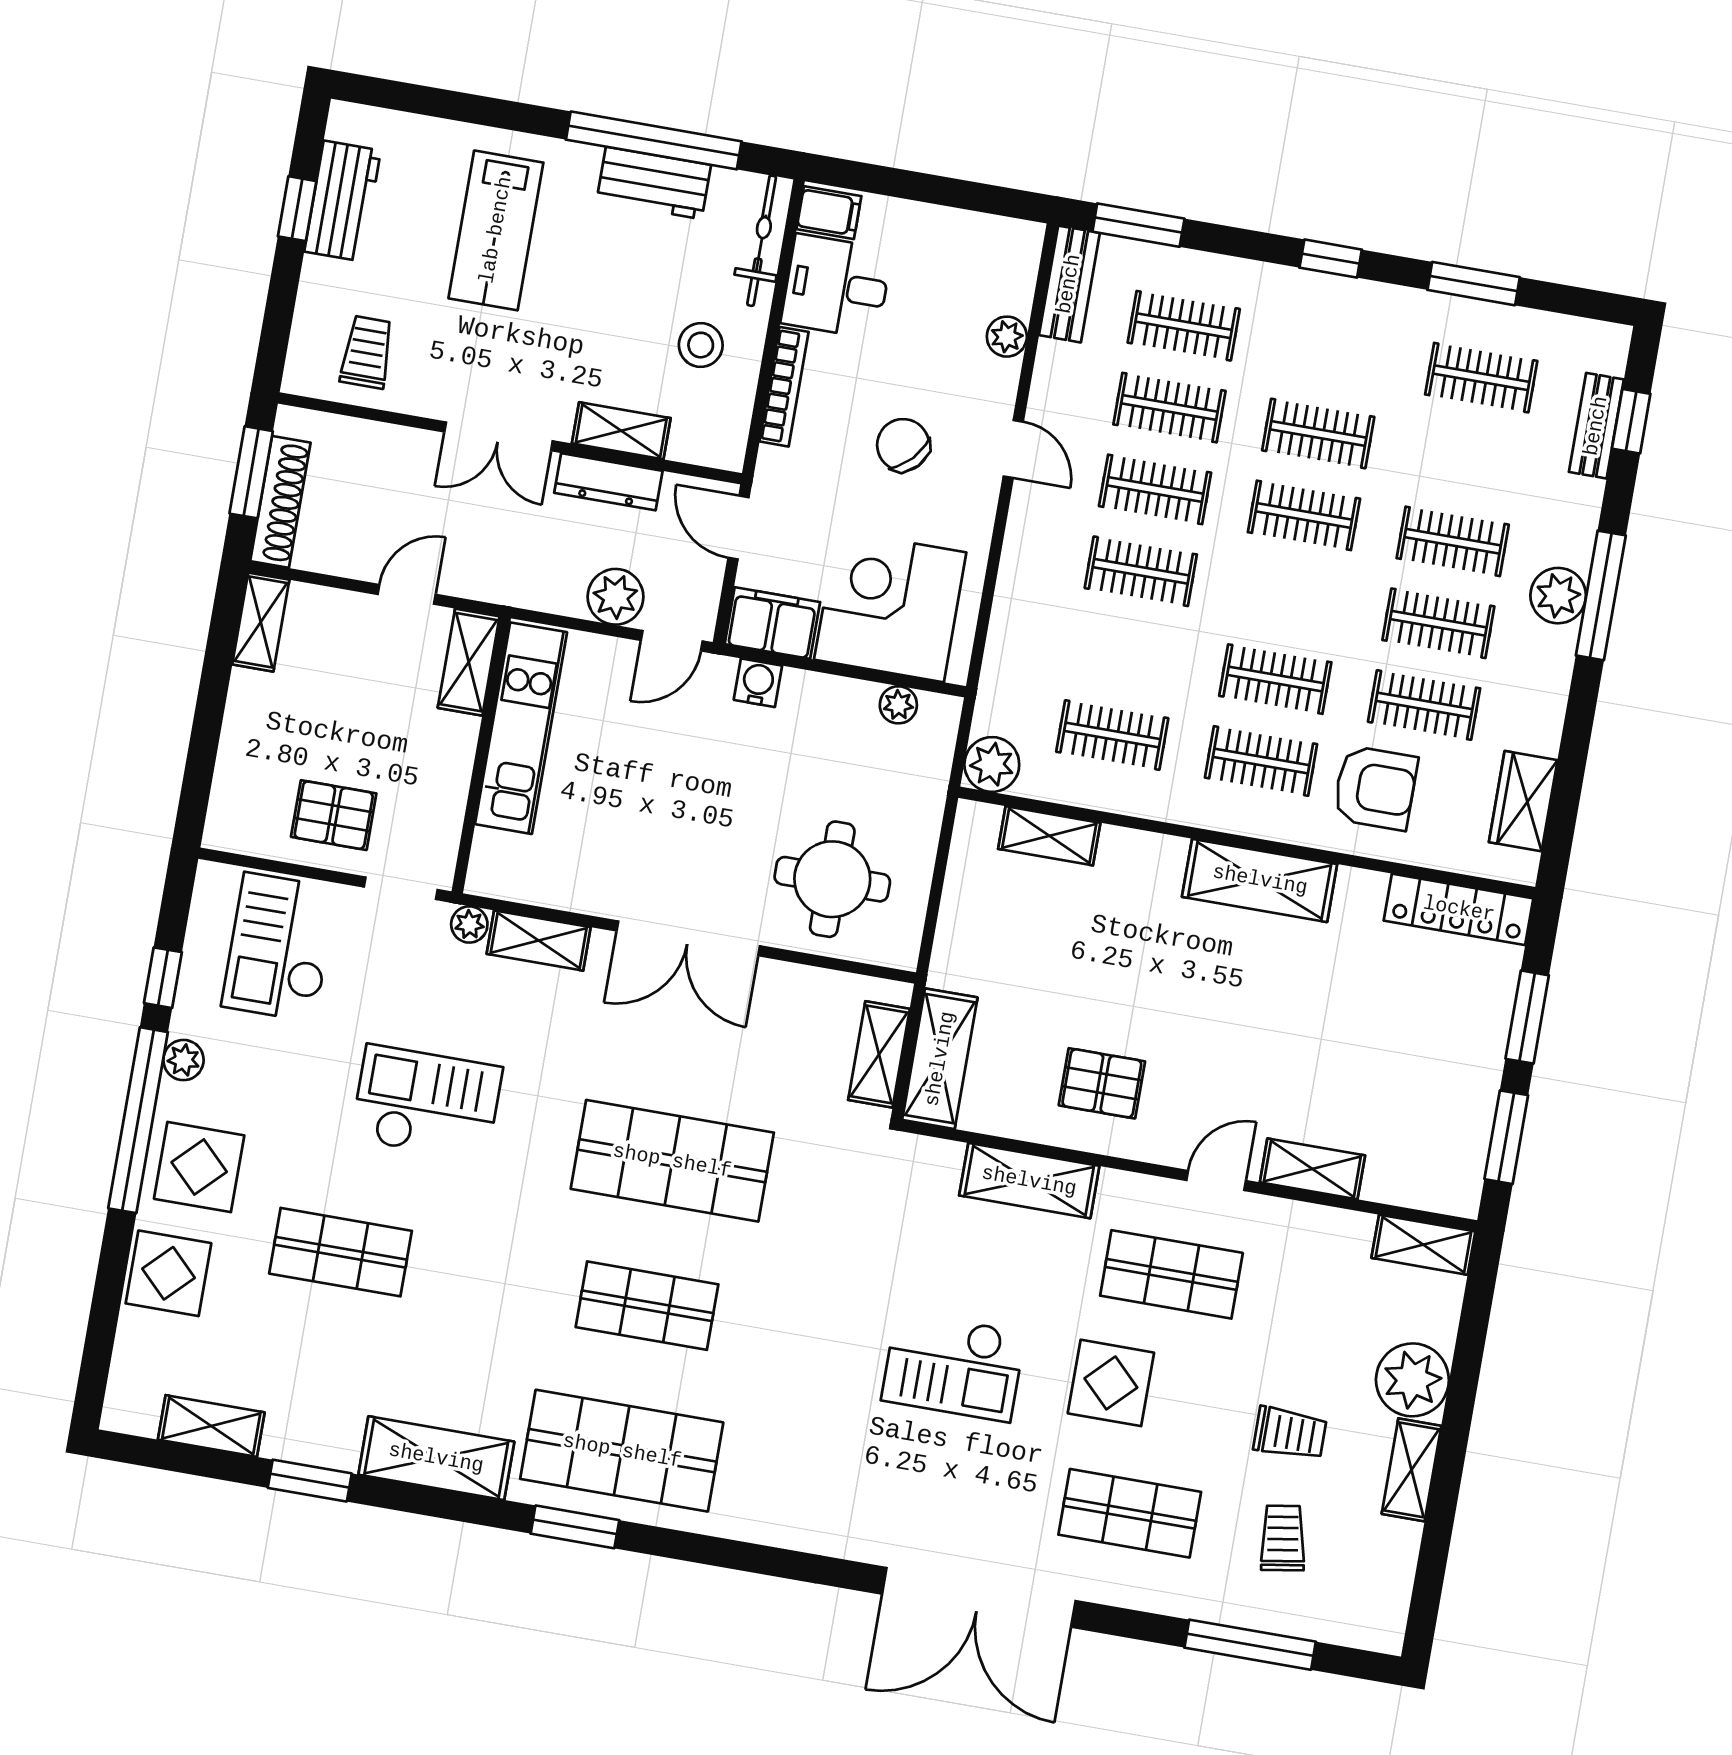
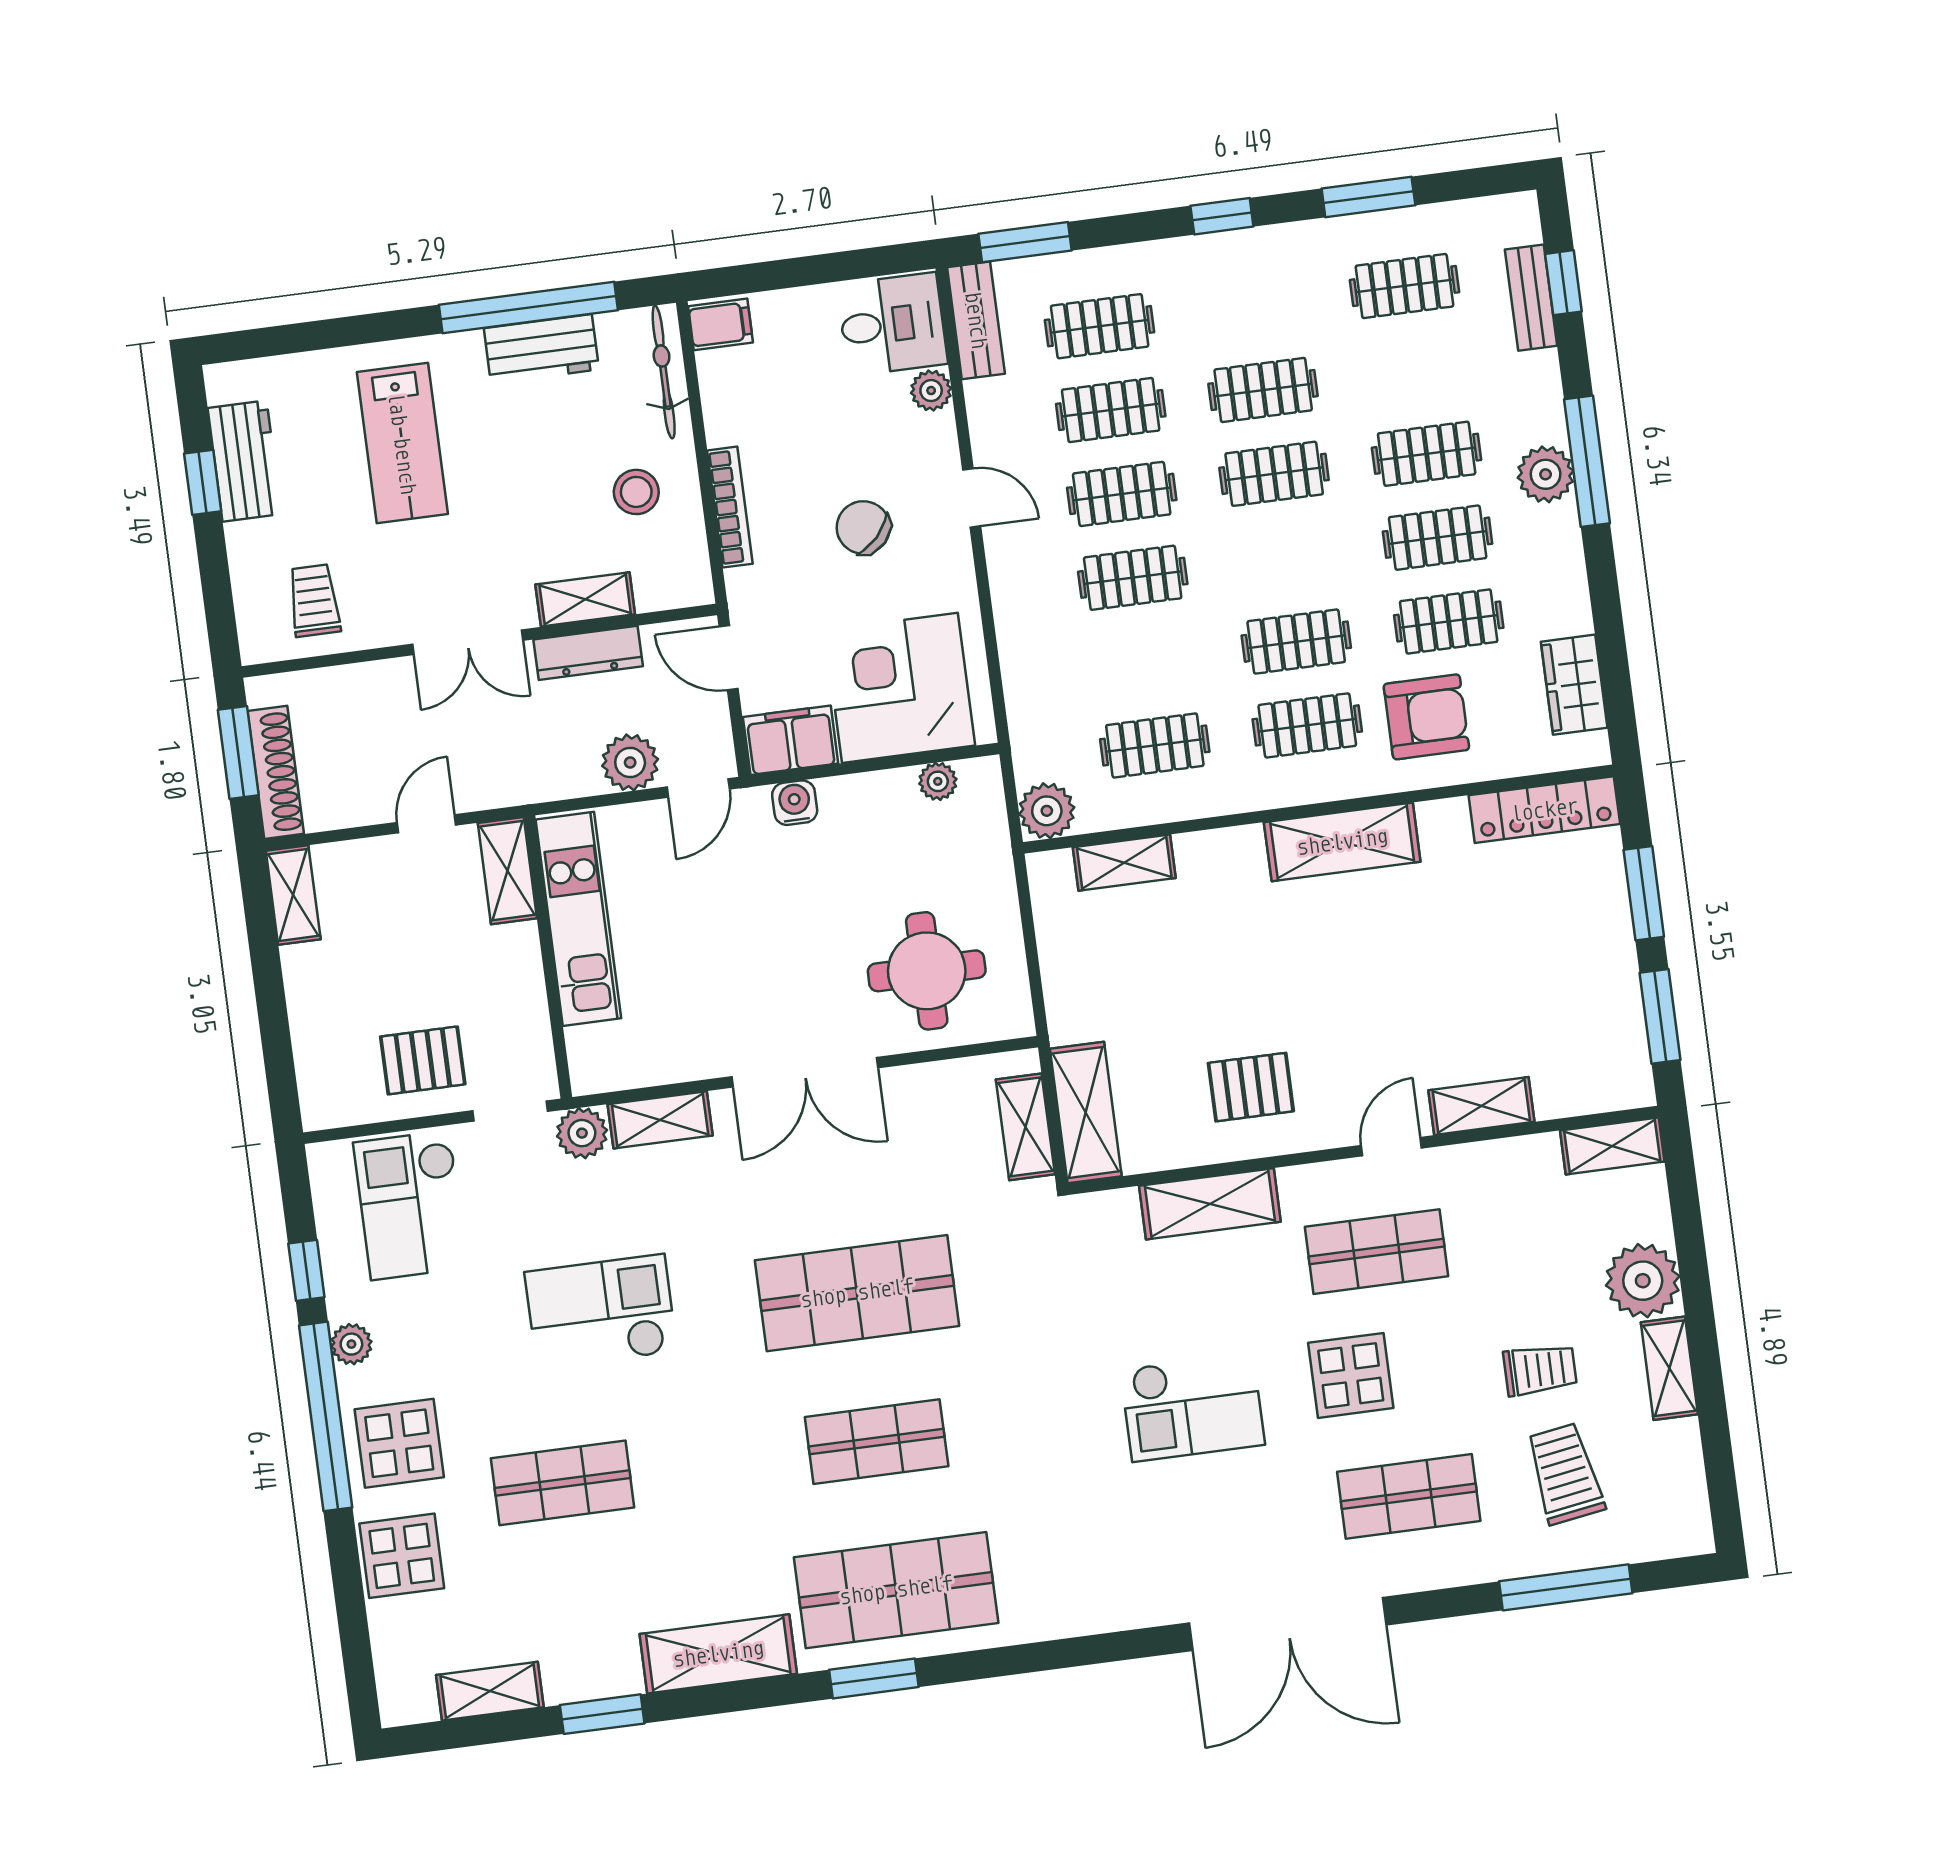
desk: (836, 286) -> (892, 324), moved, turned 180
plant: (469, 924) -> (582, 1133), width x1.38, depth x1.38
trolley: (1283, 1538) -> (1565, 1474), width x1.36, depth x1.39

